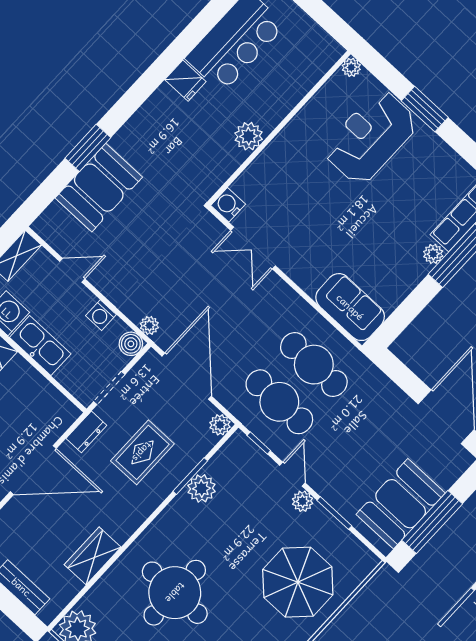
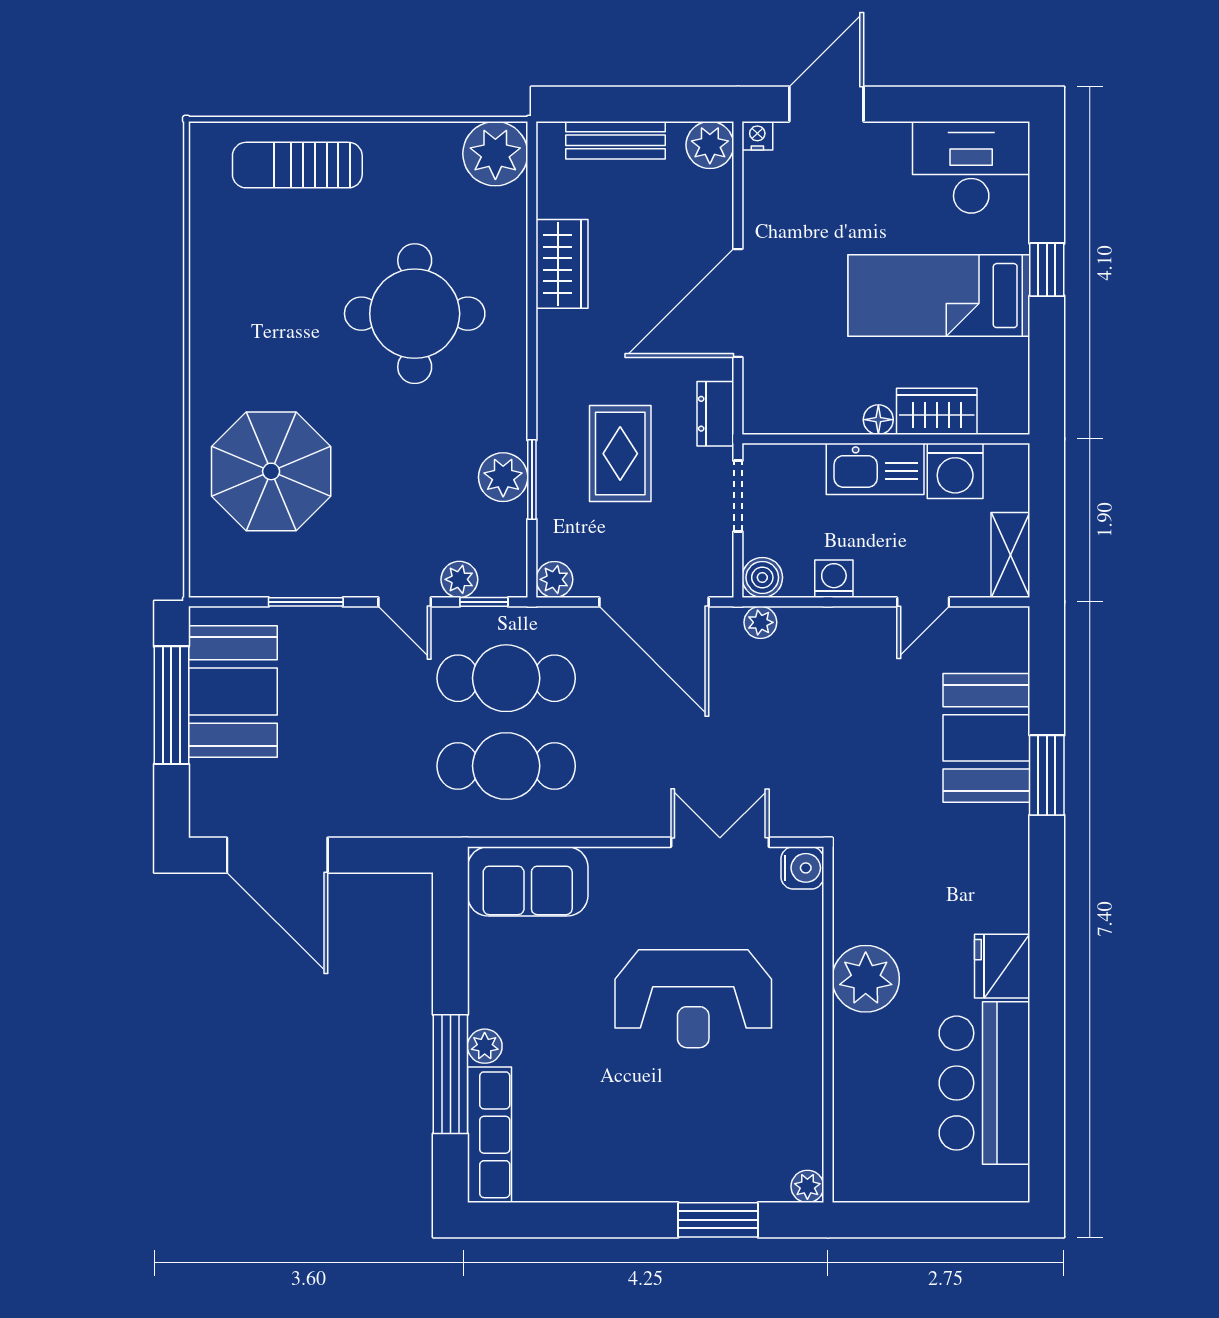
fridge: (185, 81) -> (1002, 966), width x1.38
window: (425, 109) -> (718, 1220), moved
plant: (249, 136) -> (866, 979), width x1.36, depth x1.36
reception desk: (371, 137) -> (693, 999), moved, turned 90
floor lamp: (20, 365) -> (878, 420), added
plant: (303, 501) -> (459, 579), moved

